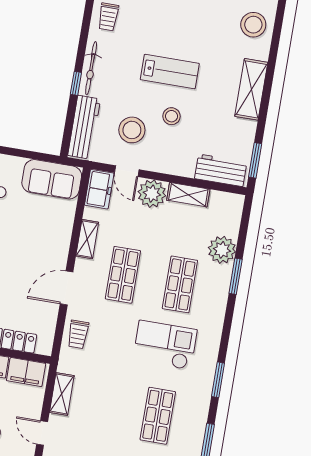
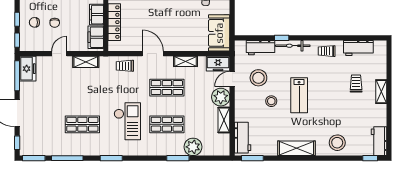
workbench: (84, 127) -> (260, 48), width x0.73

